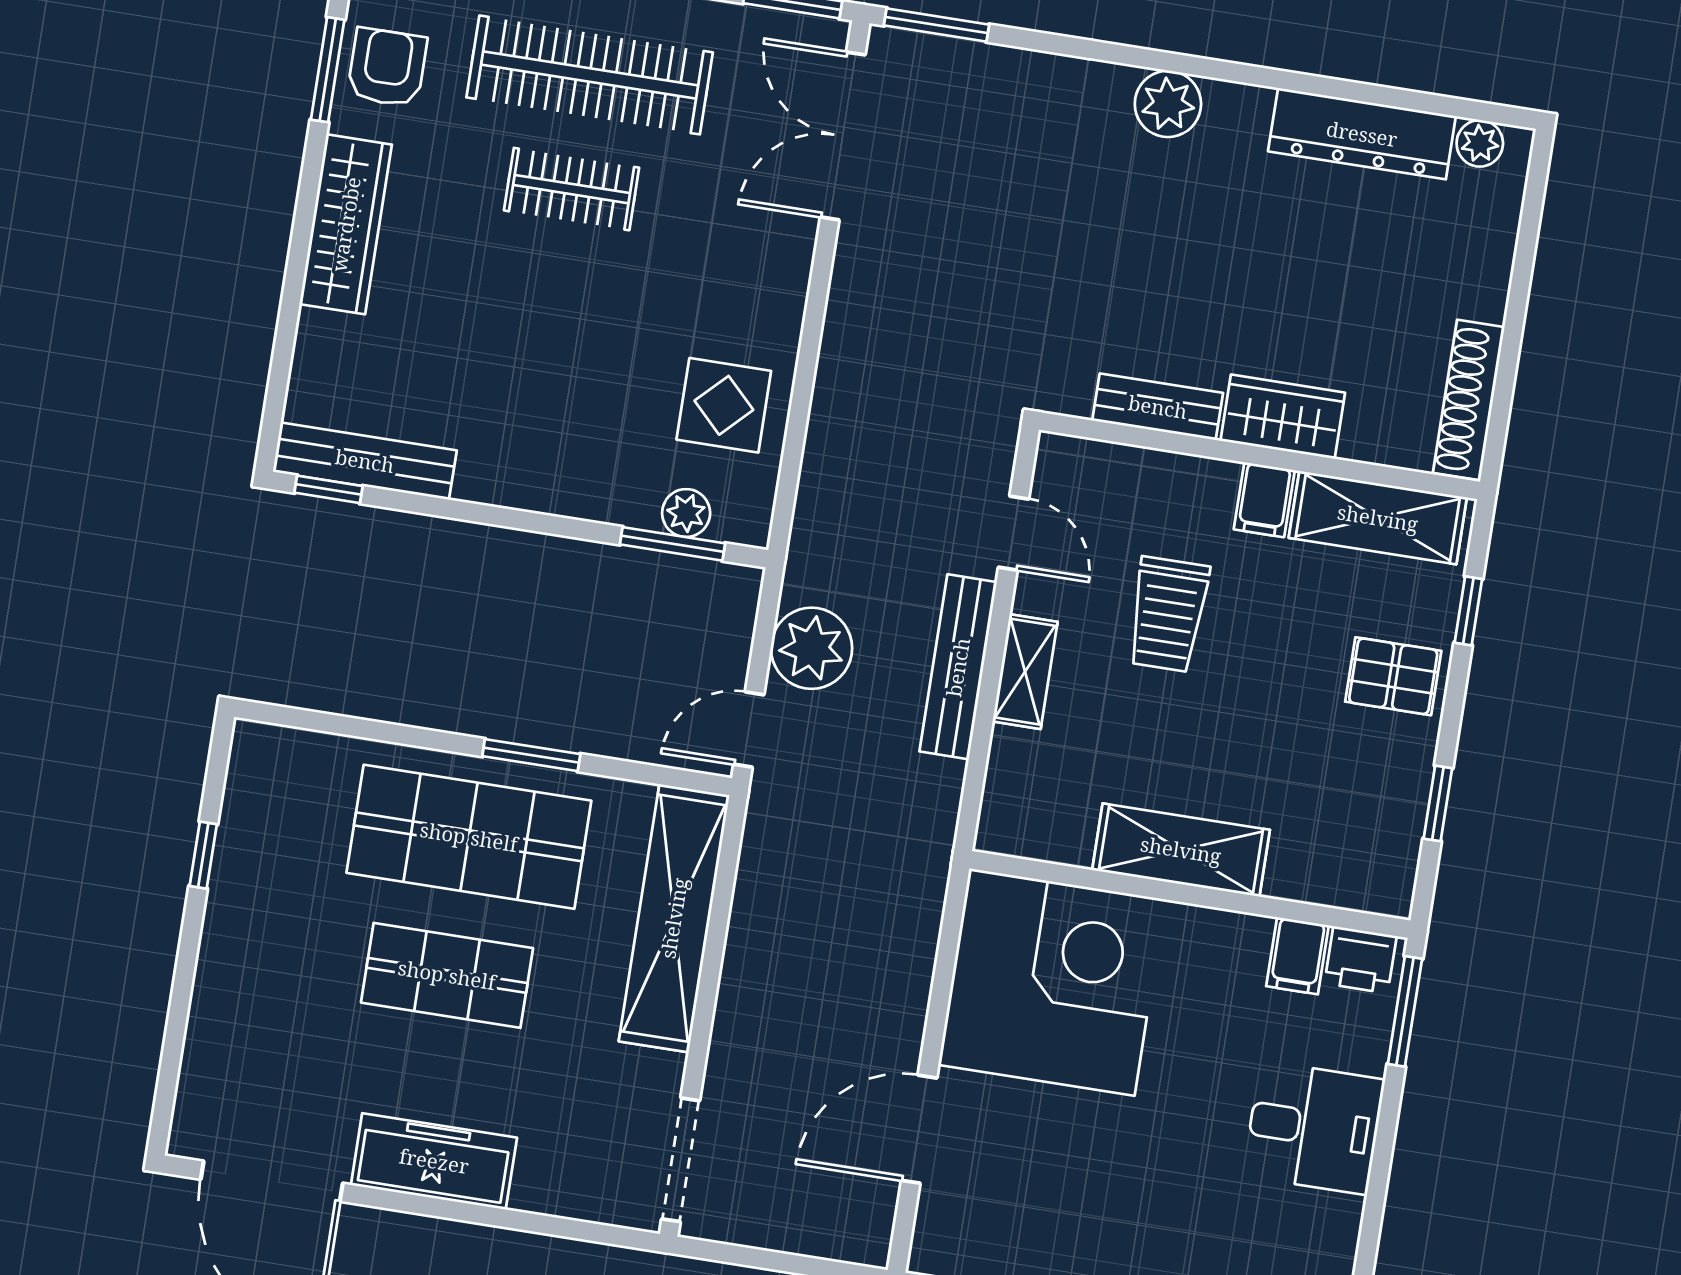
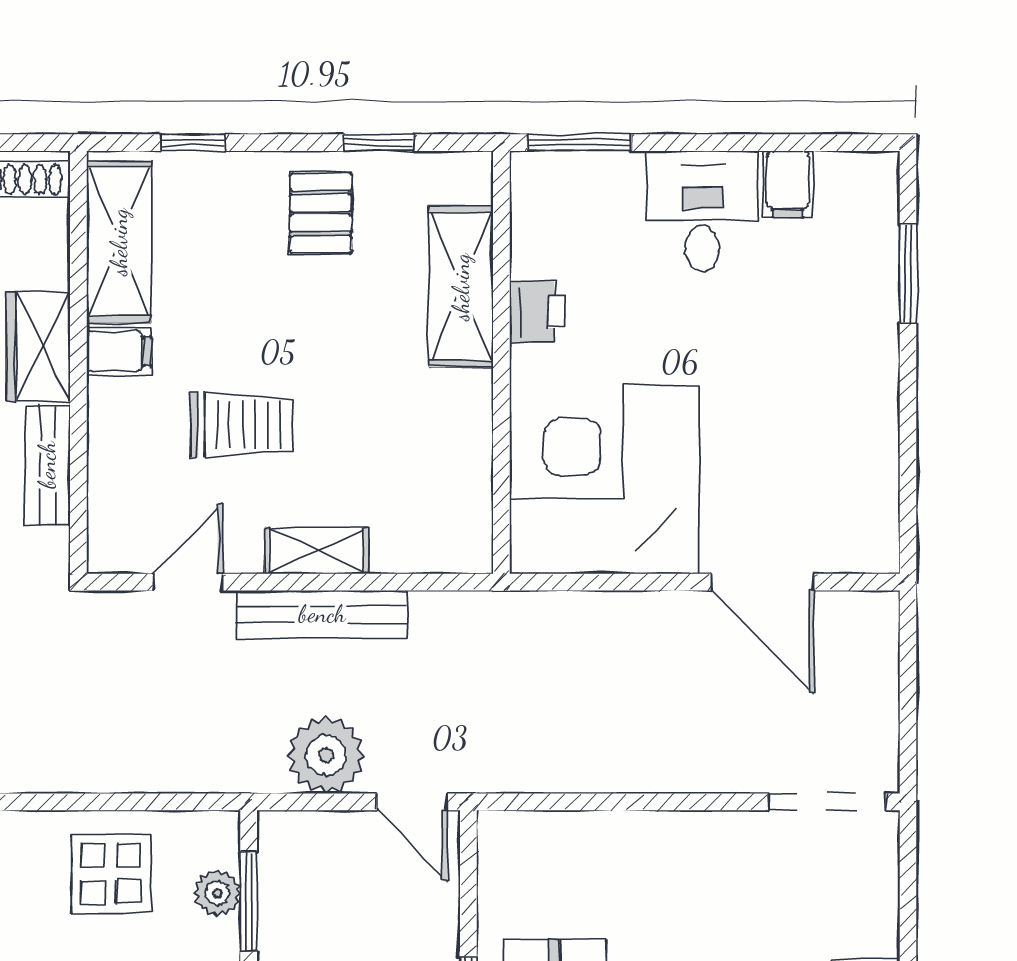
pallet: (1393, 676) -> (321, 213), moved
shelving: (1181, 850) -> (461, 287), moved
shelving: (674, 918) -> (601, 844), removed
filing cabinet: (1298, 956) -> (788, 184), moved, turned 90
printer: (1361, 960) -> (537, 312), moved

